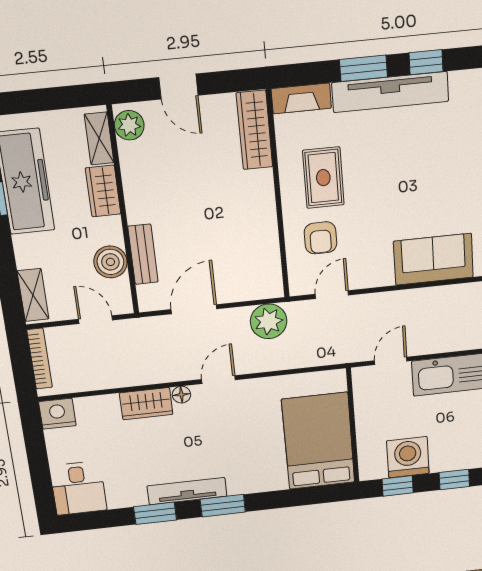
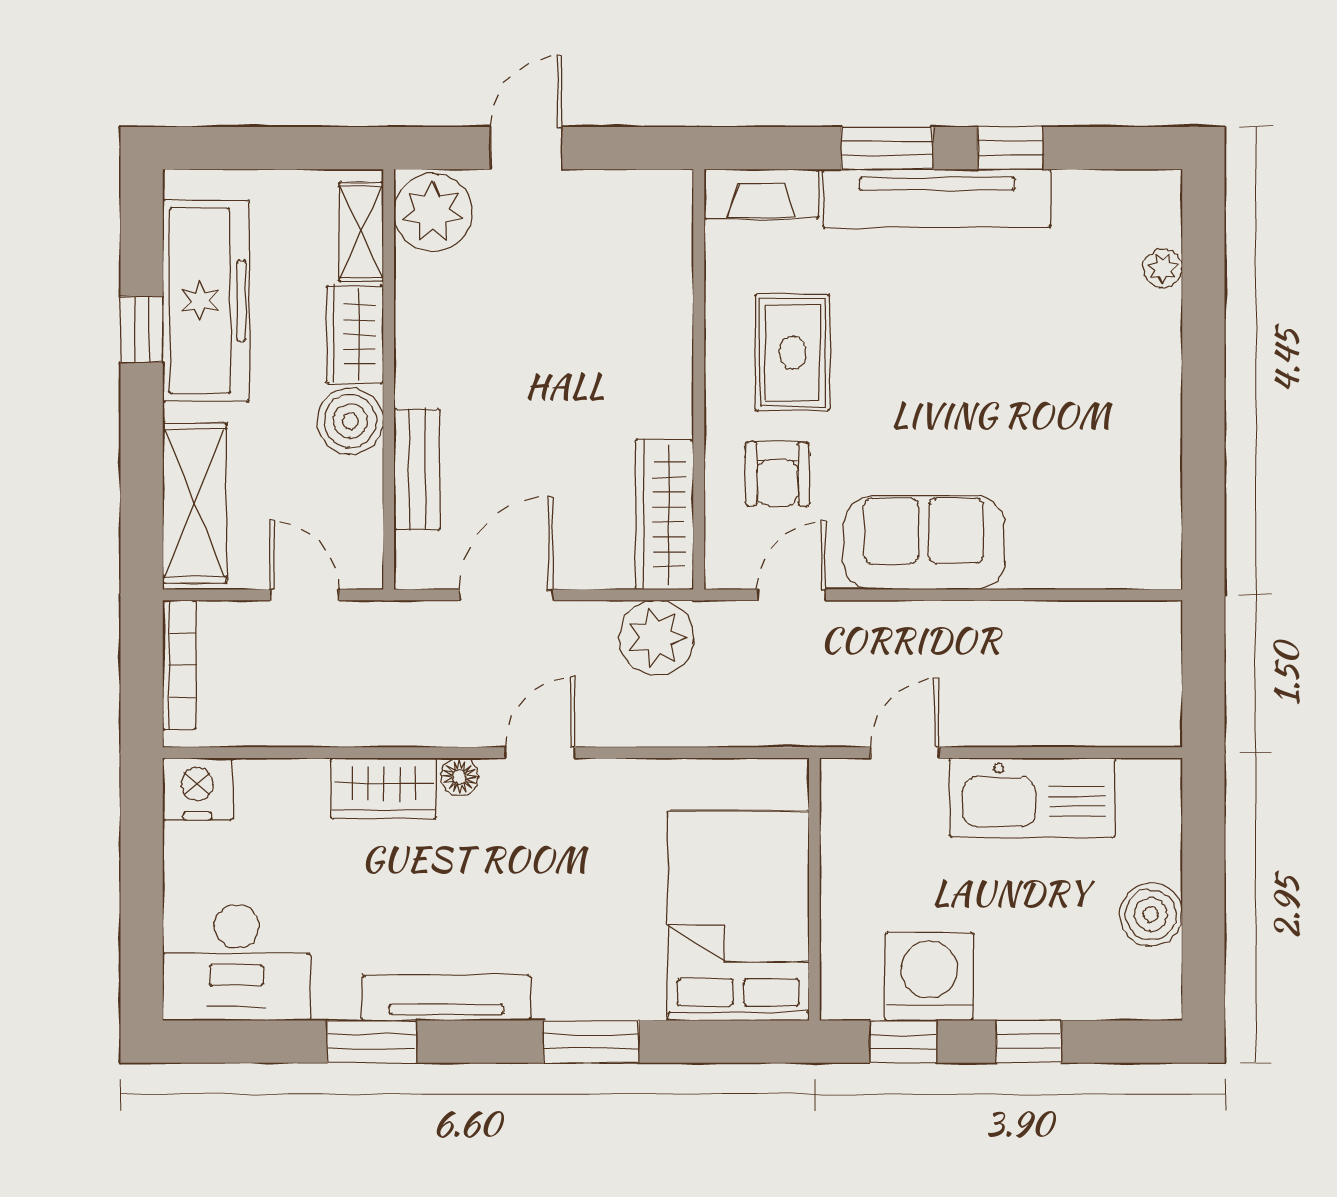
door: (178, 86) -> (526, 148), swing flipped
plant: (129, 125) -> (433, 212), width x1.36, depth x1.36
wardrobe: (254, 130) -> (664, 515), moved
sofa: (433, 259) -> (924, 543), moved
boiler: (110, 262) -> (350, 421), moved
shelving: (33, 295) -> (195, 503), width x1.50, depth x1.33
desk: (78, 488) -> (237, 962), width x1.37
window: (223, 506) -> (591, 1042), moved

